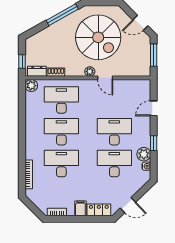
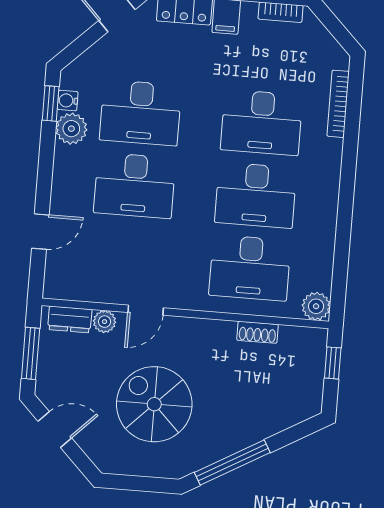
spiral stairs: (98, 37) -> (154, 404), width x0.73, depth x0.73
dresser: (37, 71) -> (70, 319), moved
plant: (90, 71) -> (105, 322), moved
door: (105, 78) -> (146, 310), swing flipped
window: (154, 143) -> (51, 103), moved

